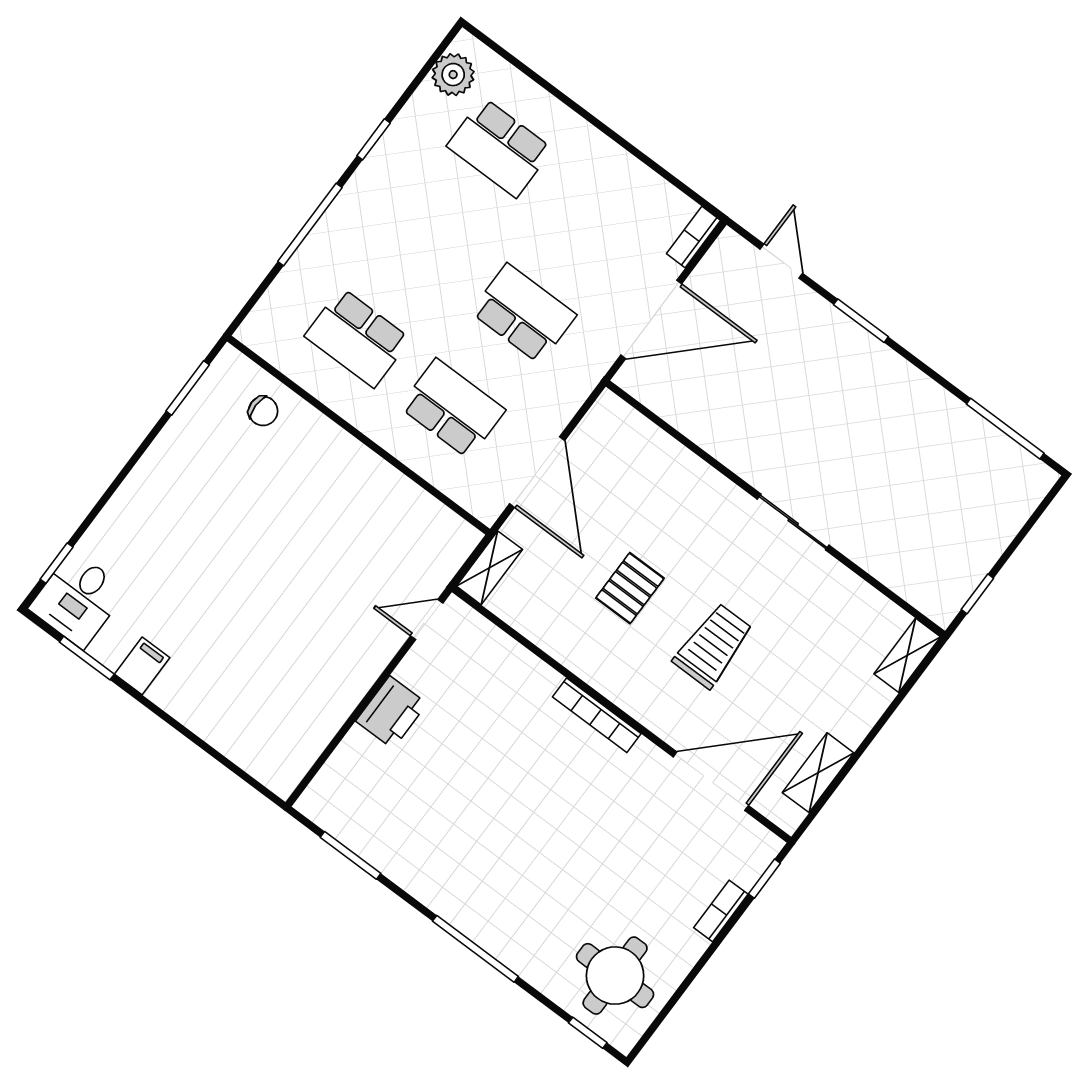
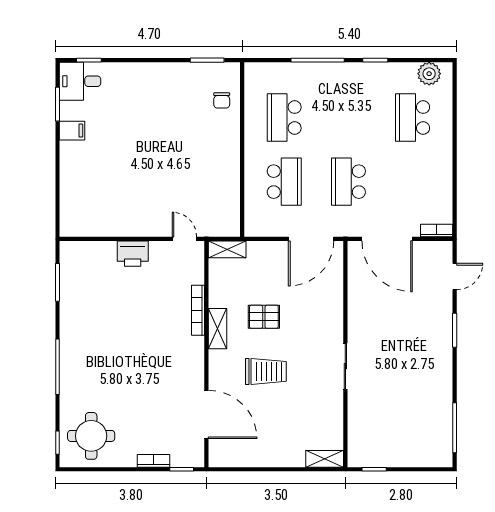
school desk: (523, 313) -> (348, 182), turned 180
door: (537, 472) -> (311, 239), moved
bookcase: (597, 715) -> (198, 310), moved
shelving: (818, 773) -> (218, 329), moved, turned 90

